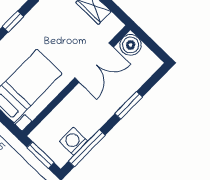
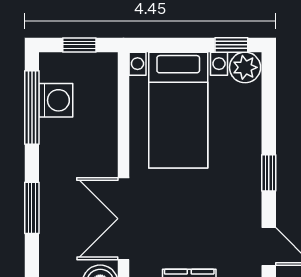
window: (40, 155) -> (79, 45), width x0.67

